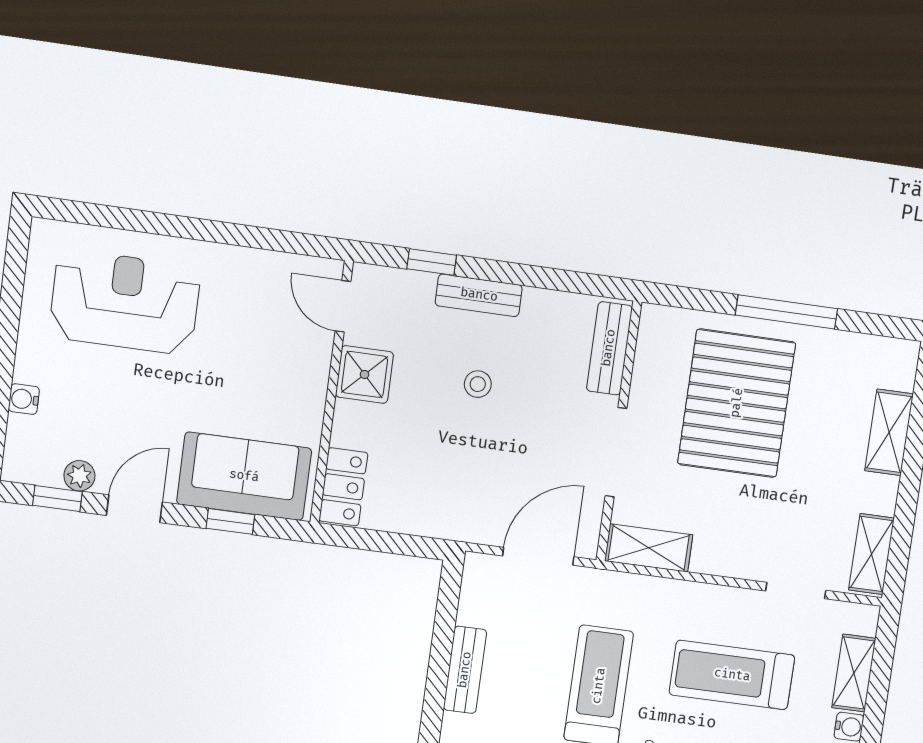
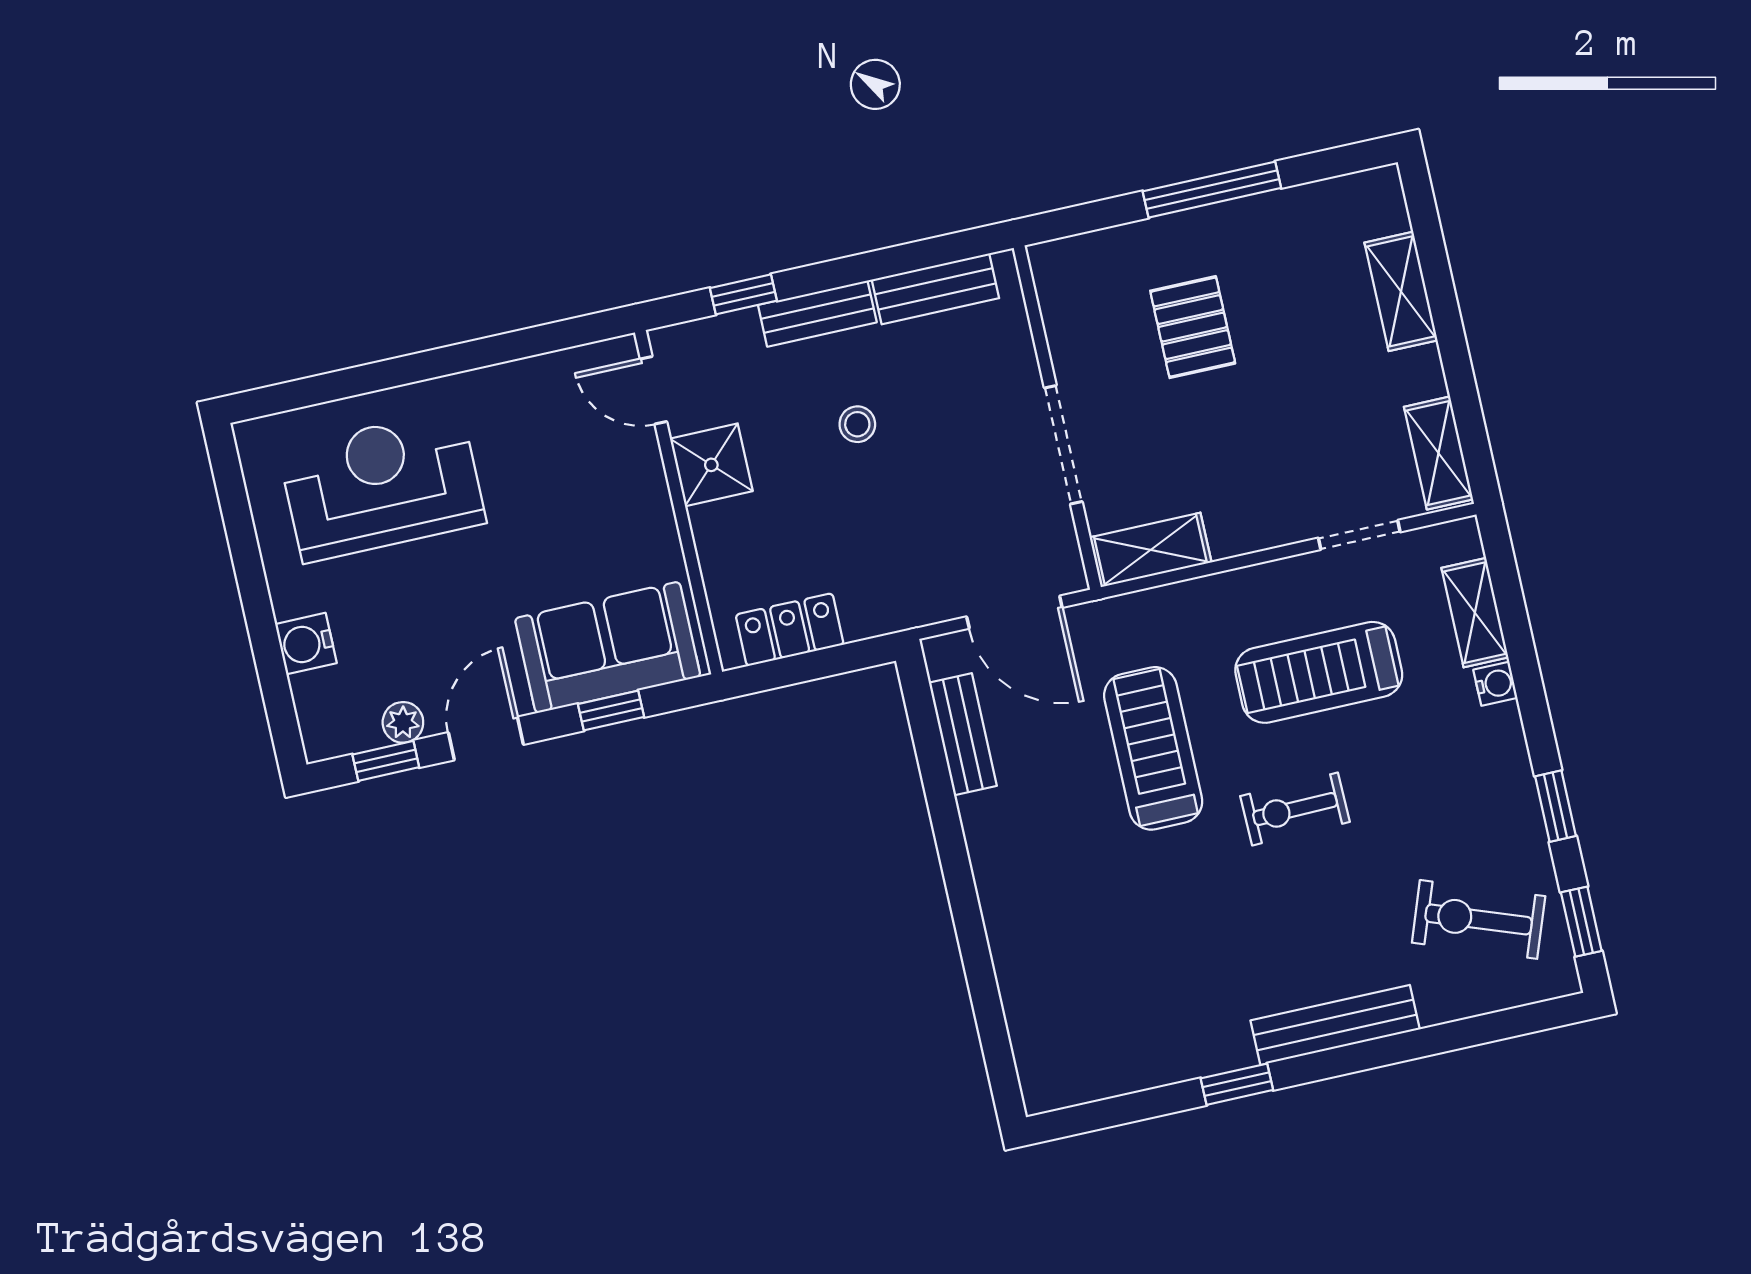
bench: (609, 348) -> (935, 289), moved, turned 90
water cooler: (24, 399) -> (306, 644), width x1.38, depth x1.38
pallet: (737, 403) -> (1193, 327), width x0.49, depth x0.50
locker: (343, 487) -> (790, 630), moved, turned -90
door: (538, 556) -> (1014, 612), swing flipped
bench: (465, 670) -> (963, 734), moved

